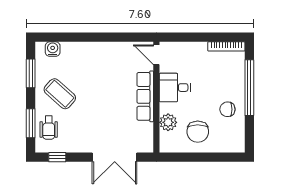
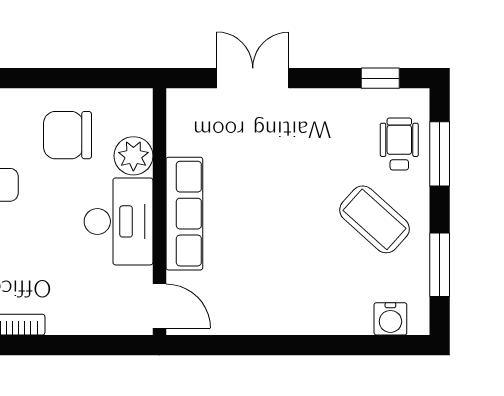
desk: (175, 88) -> (119, 221), width x1.37
chair: (198, 132) -> (68, 135), turned -90
double door: (115, 157) -> (253, 78), width x0.73

